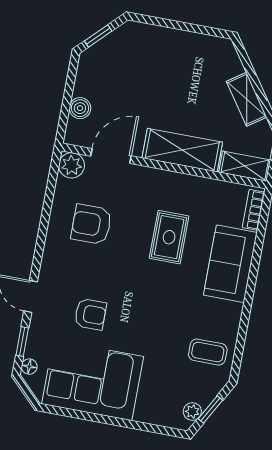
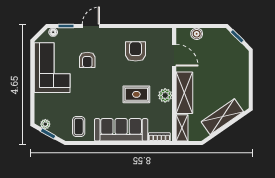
shelving: (247, 99) -> (222, 117), width x1.50, depth x1.33
plant: (72, 165) -> (165, 95), moved
sofa: (230, 264) -> (121, 130), width x1.36

